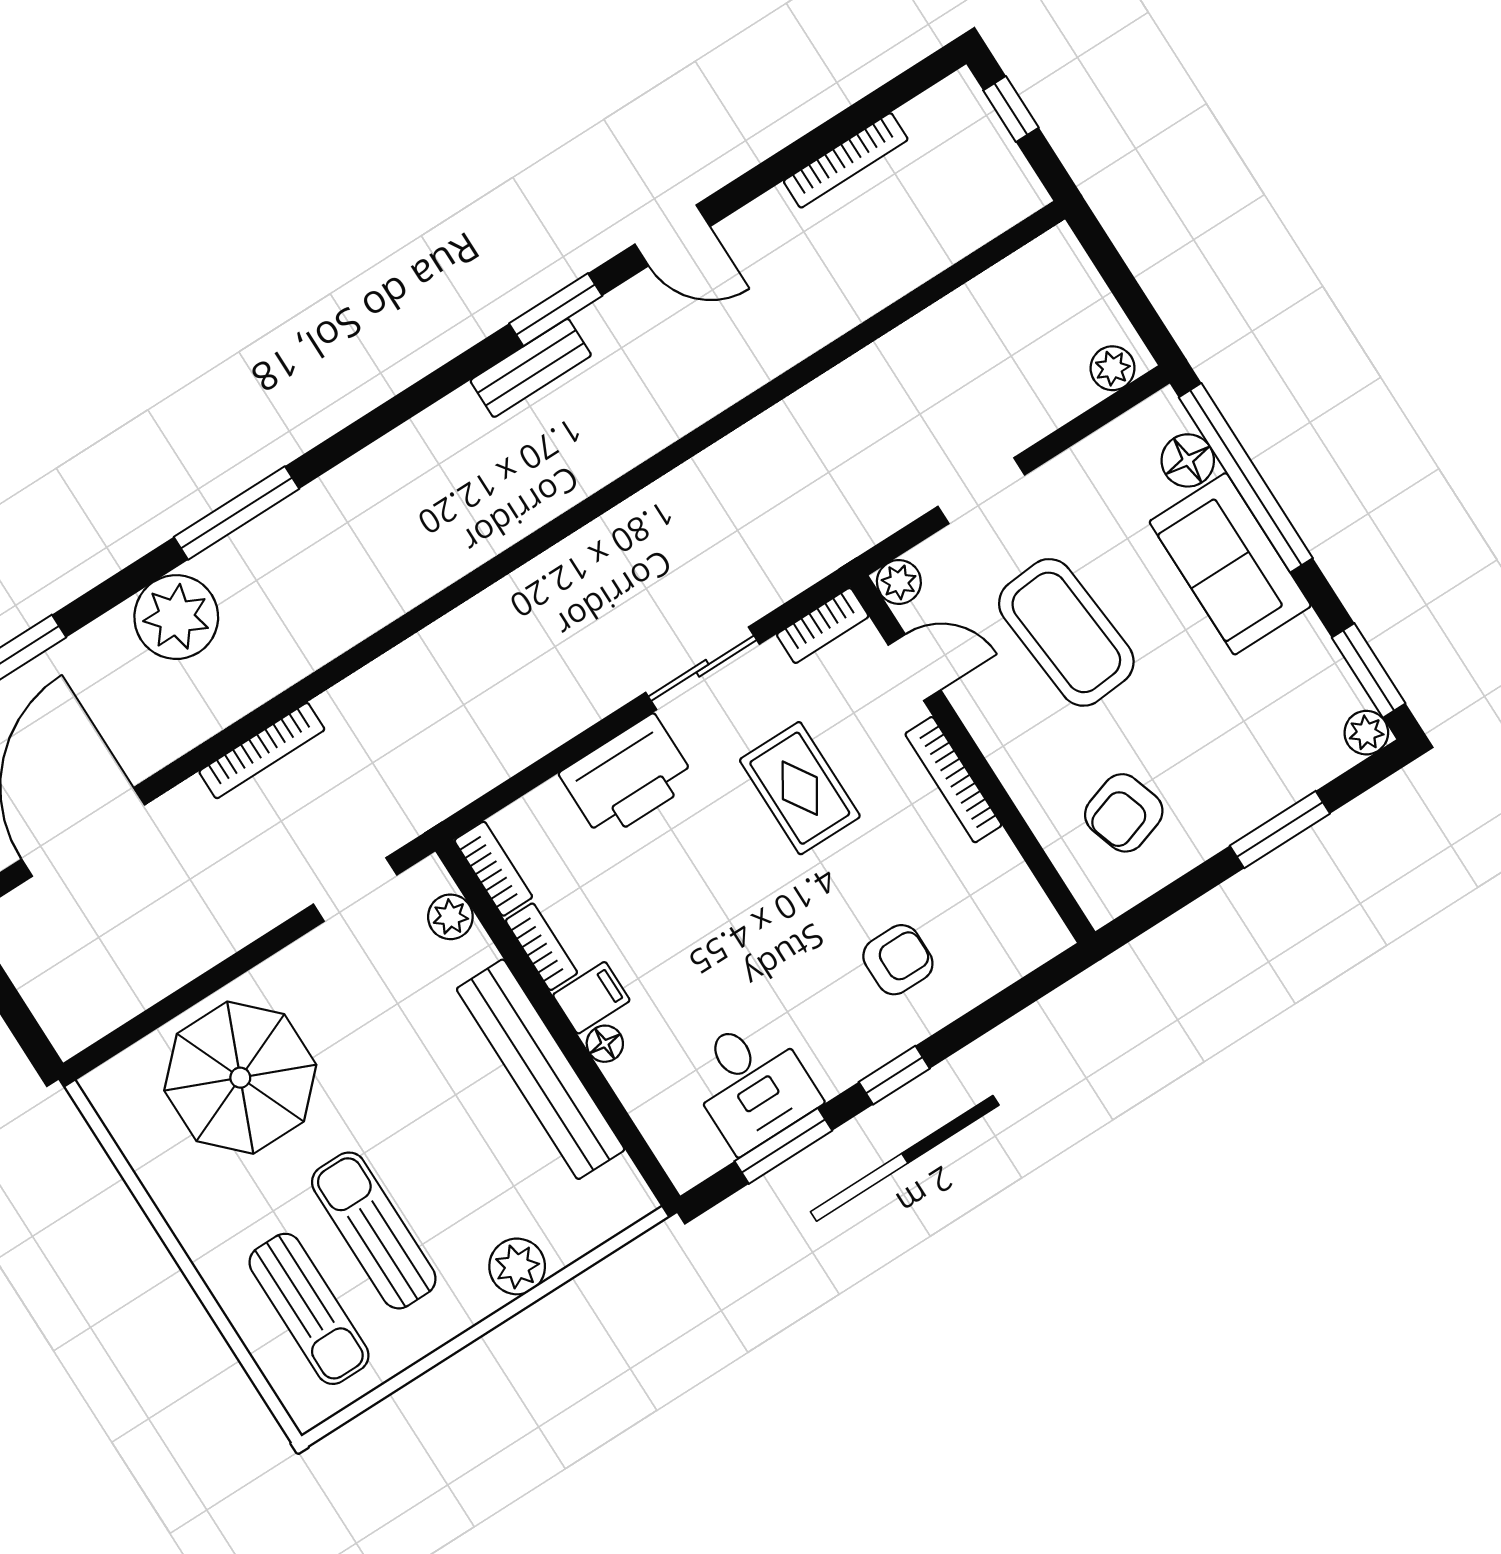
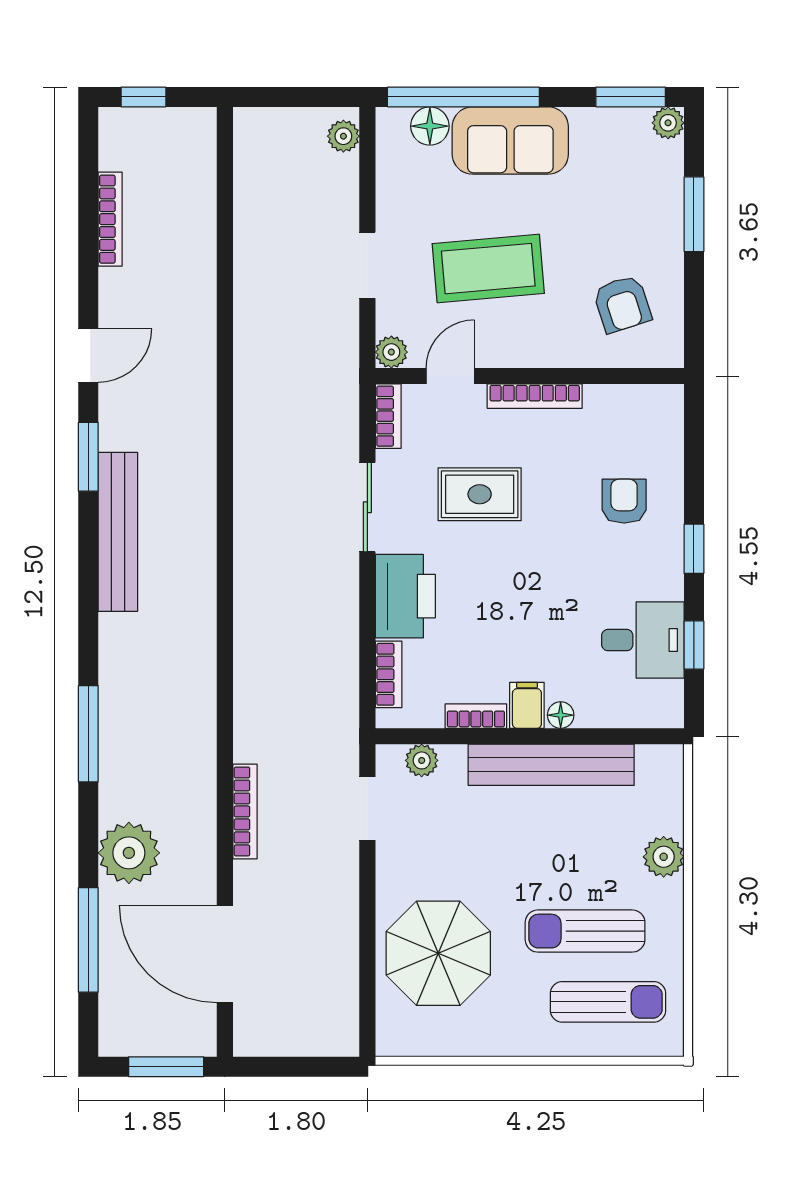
bench: (531, 368) -> (118, 532), width x1.86, depth x1.21
plant: (176, 617) -> (129, 853), moved
bookcase: (493, 869) -> (389, 674), moved, turned 90
window: (783, 1146) -> (694, 645), width x0.67

